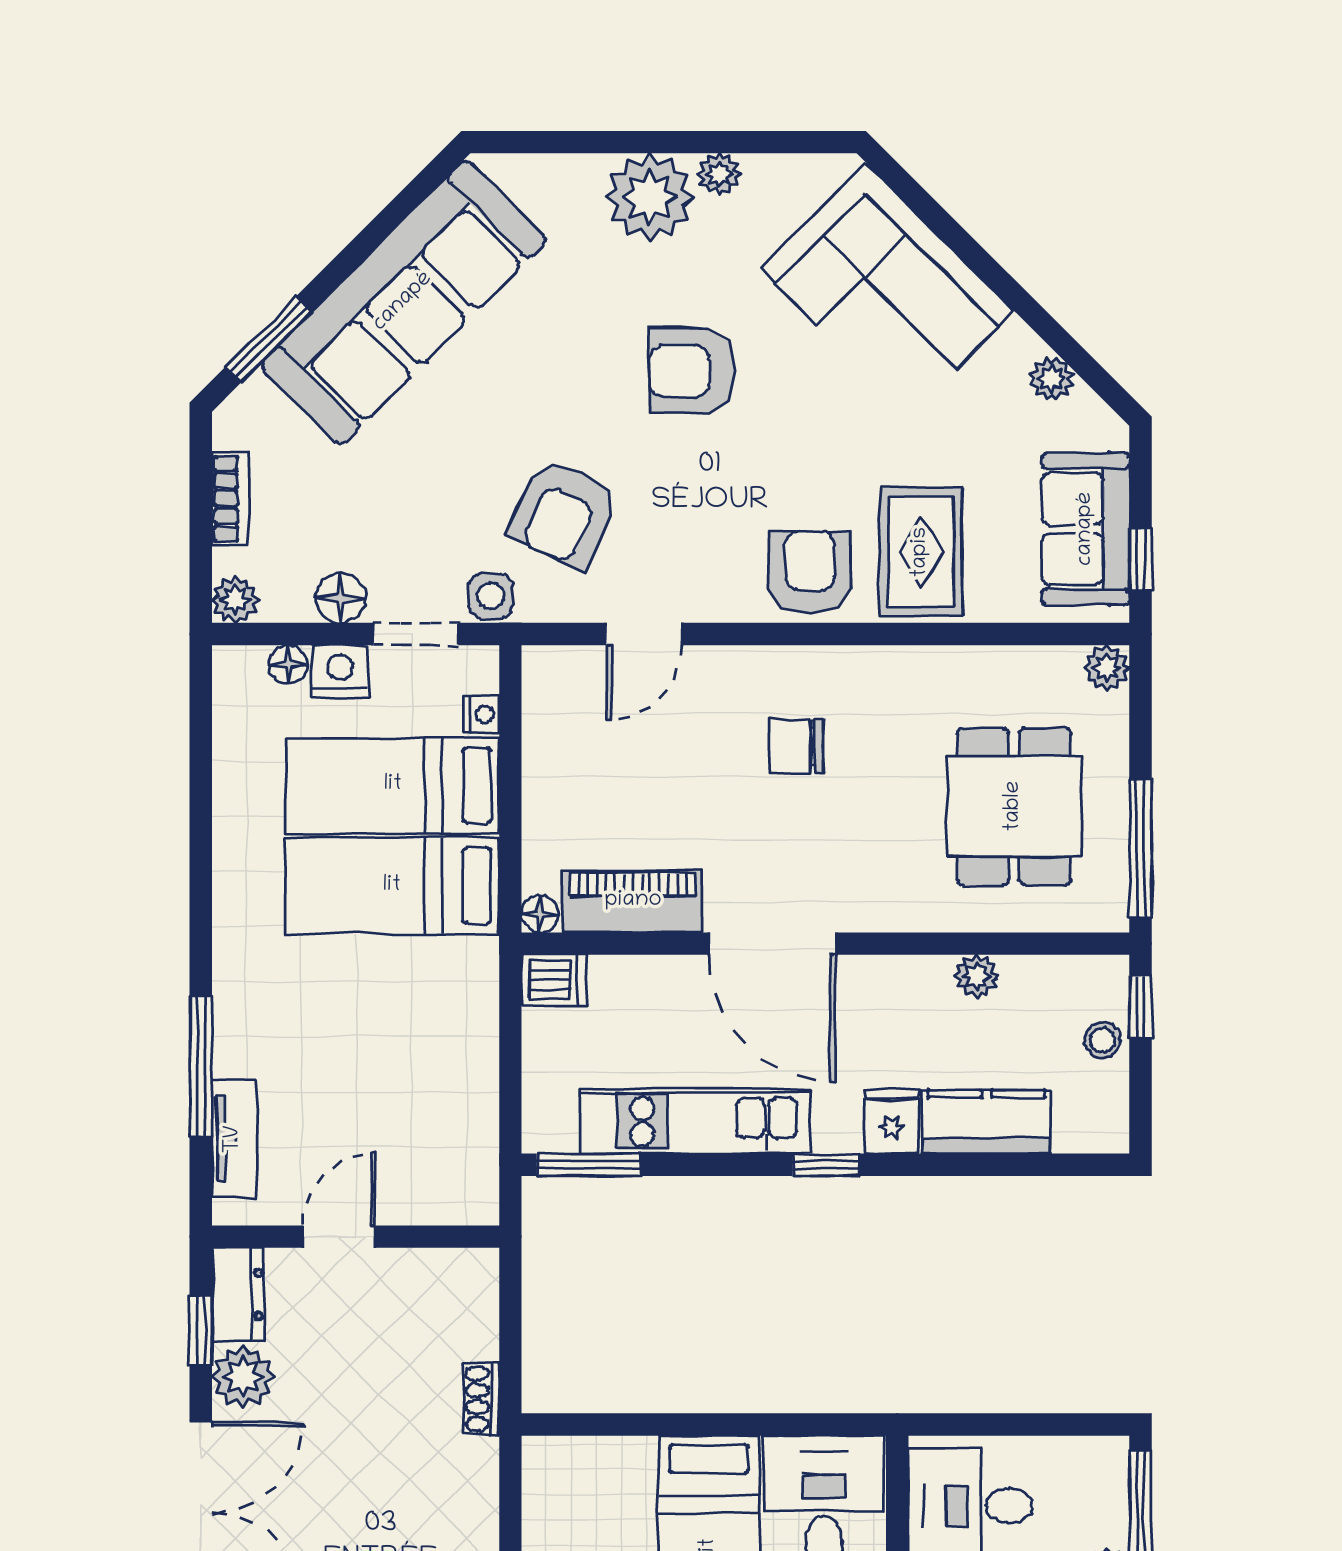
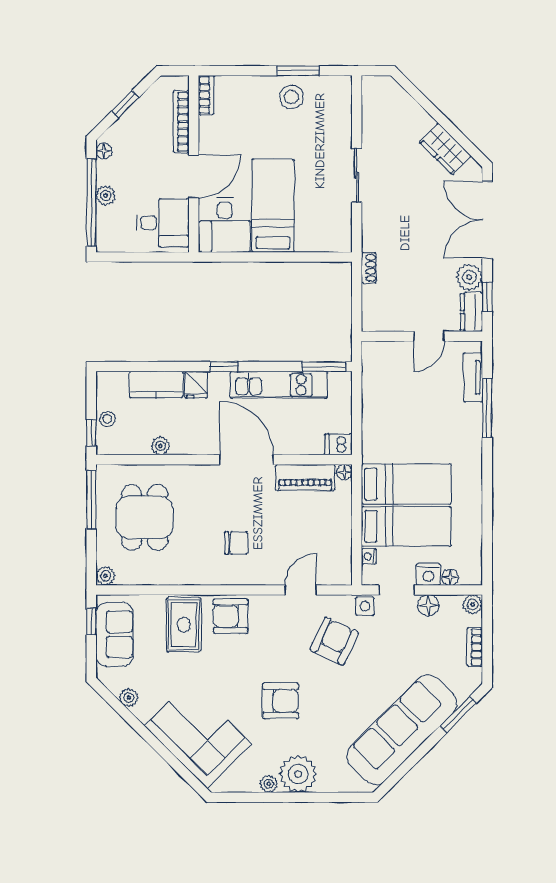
armchair: (810, 572) -> (231, 616), turned 90

